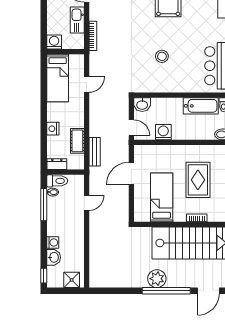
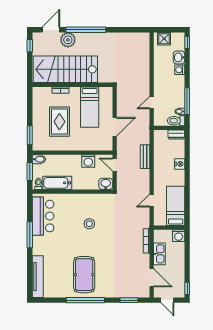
cot: (77, 141) -> (159, 154), removed
bench: (95, 152) -> (145, 157), moved
plant: (157, 279) -> (68, 40), moved

